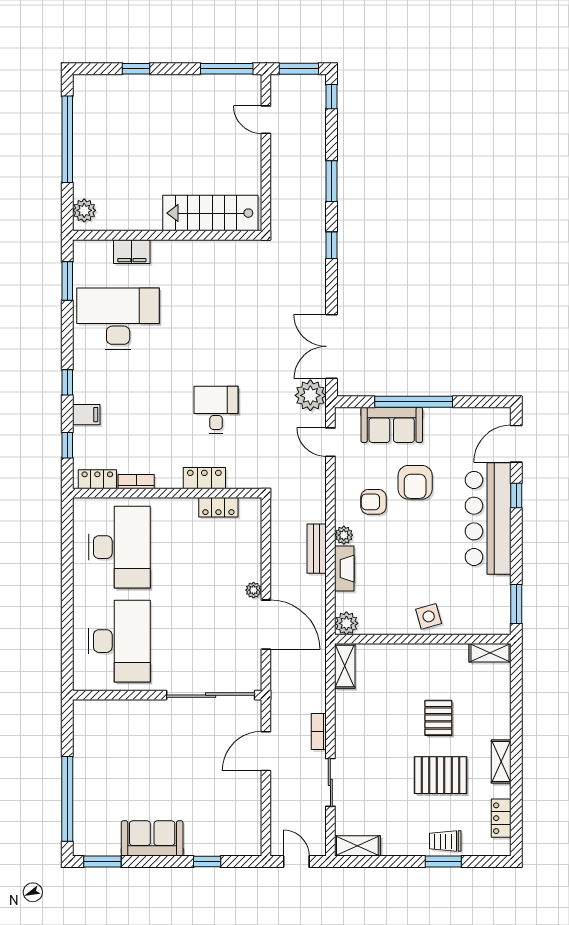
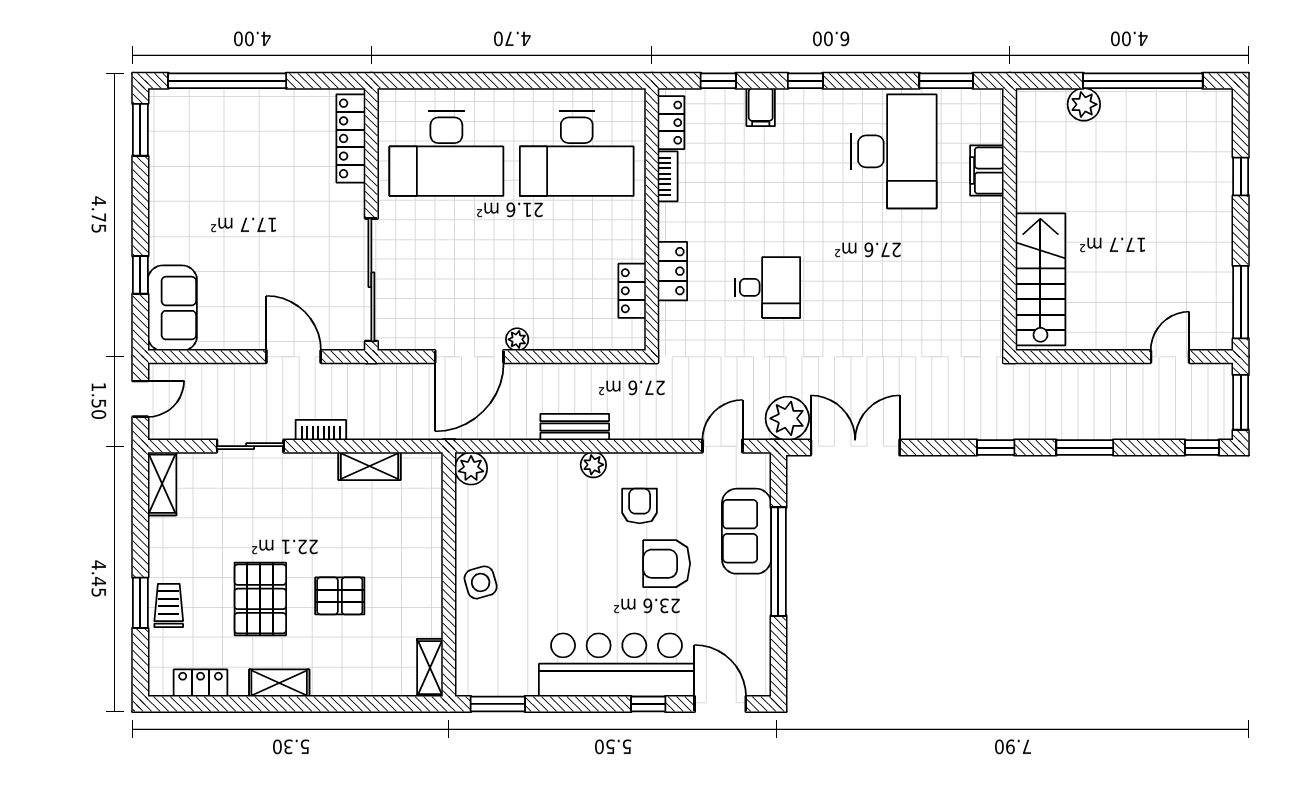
plant: (84, 210) -> (1084, 104), moved
fireplace: (344, 569) -> (547, 465), removed
shelving: (345, 666) -> (369, 466), moved
locker: (109, 710) -> (351, 138), added
sofa: (152, 838) -> (172, 308), moved

